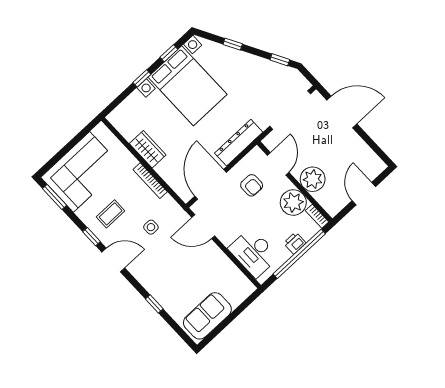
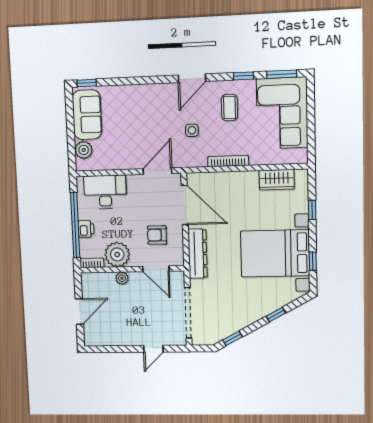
window: (142, 78) -> (312, 210), moved
door: (342, 112) -> (153, 349), width x0.53
wardrobe: (148, 149) -> (277, 180), moved
plant: (313, 179) -> (122, 278), width x0.53, depth x0.53
door: (364, 194) -> (79, 311), hinge flipped
window: (91, 237) -> (243, 76), moved
plant: (236, 296) -> (84, 150), added
window: (154, 304) -> (87, 83), moved

